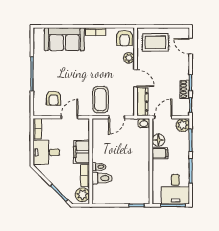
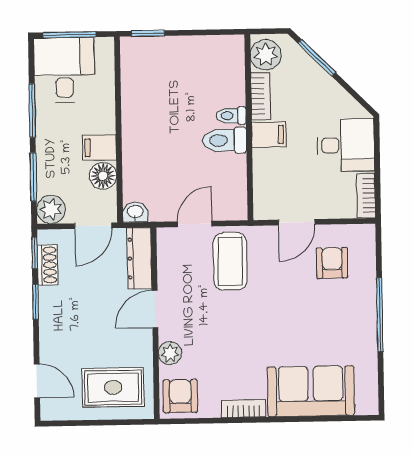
door: (136, 78) -> (155, 309), hinge flipped
shoe rack: (185, 89) -> (48, 265), moved
filing cabinet: (82, 152) -> (269, 135), width x0.50
toilet: (102, 178) -> (225, 140), moved

